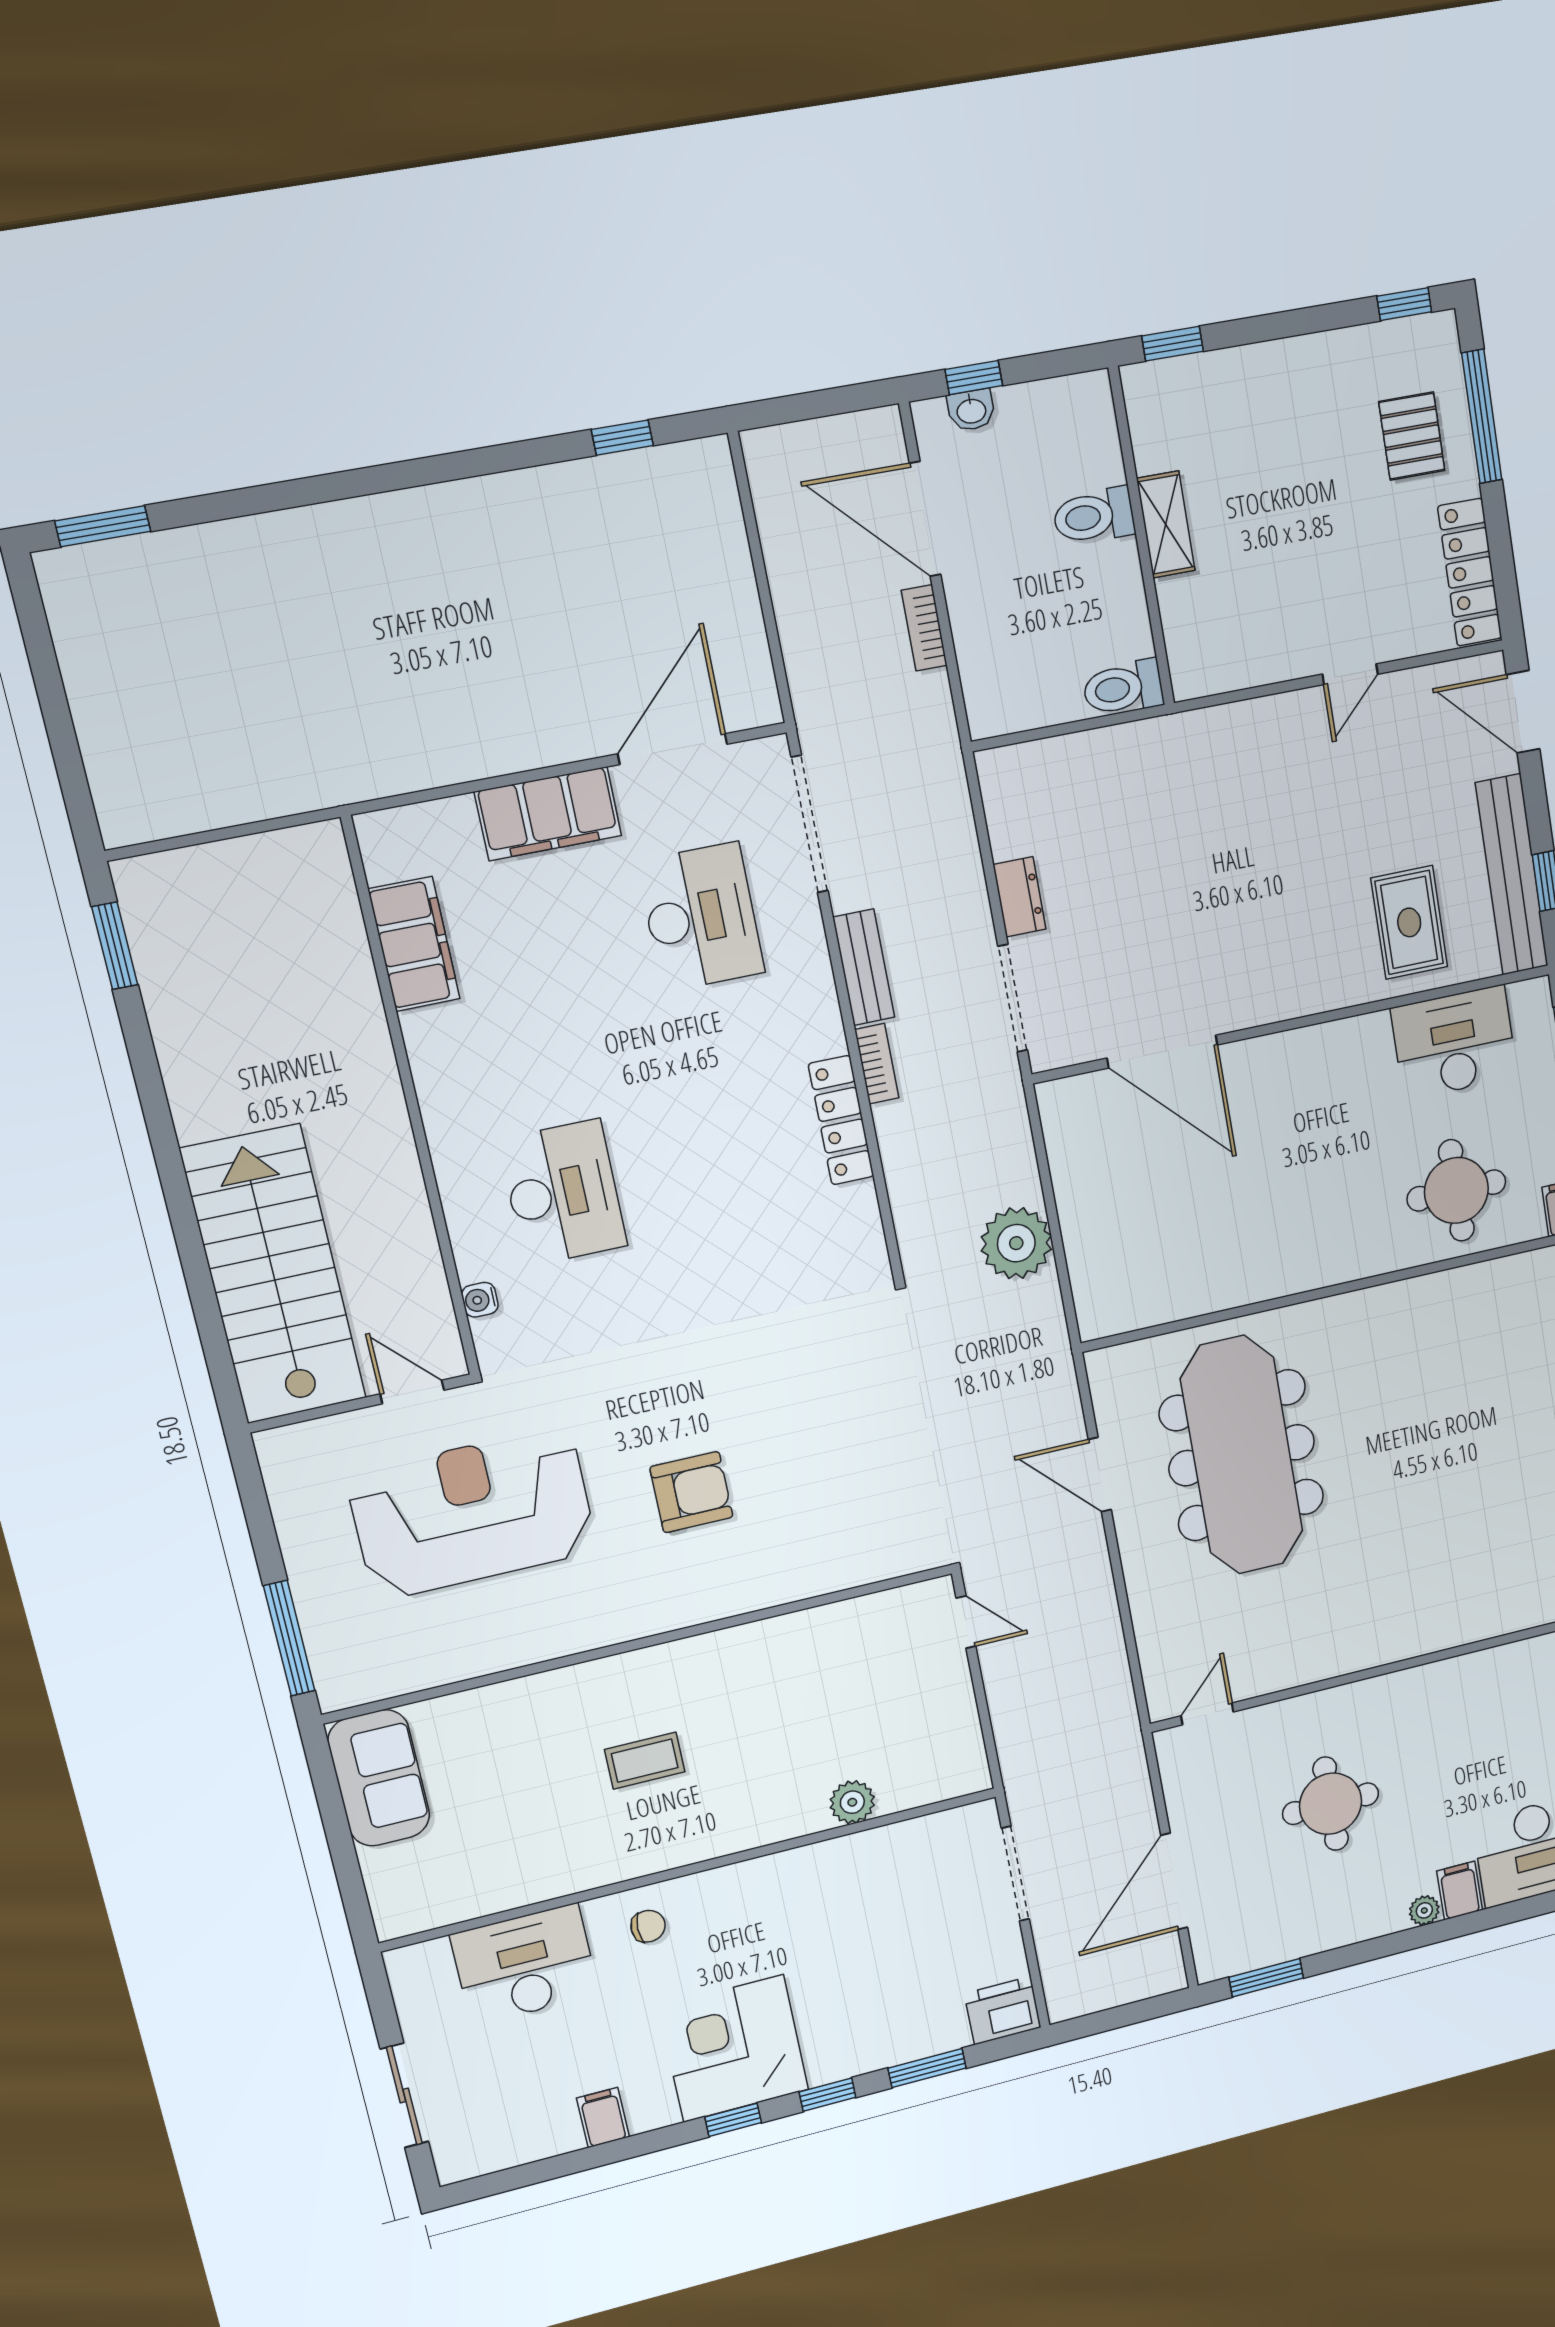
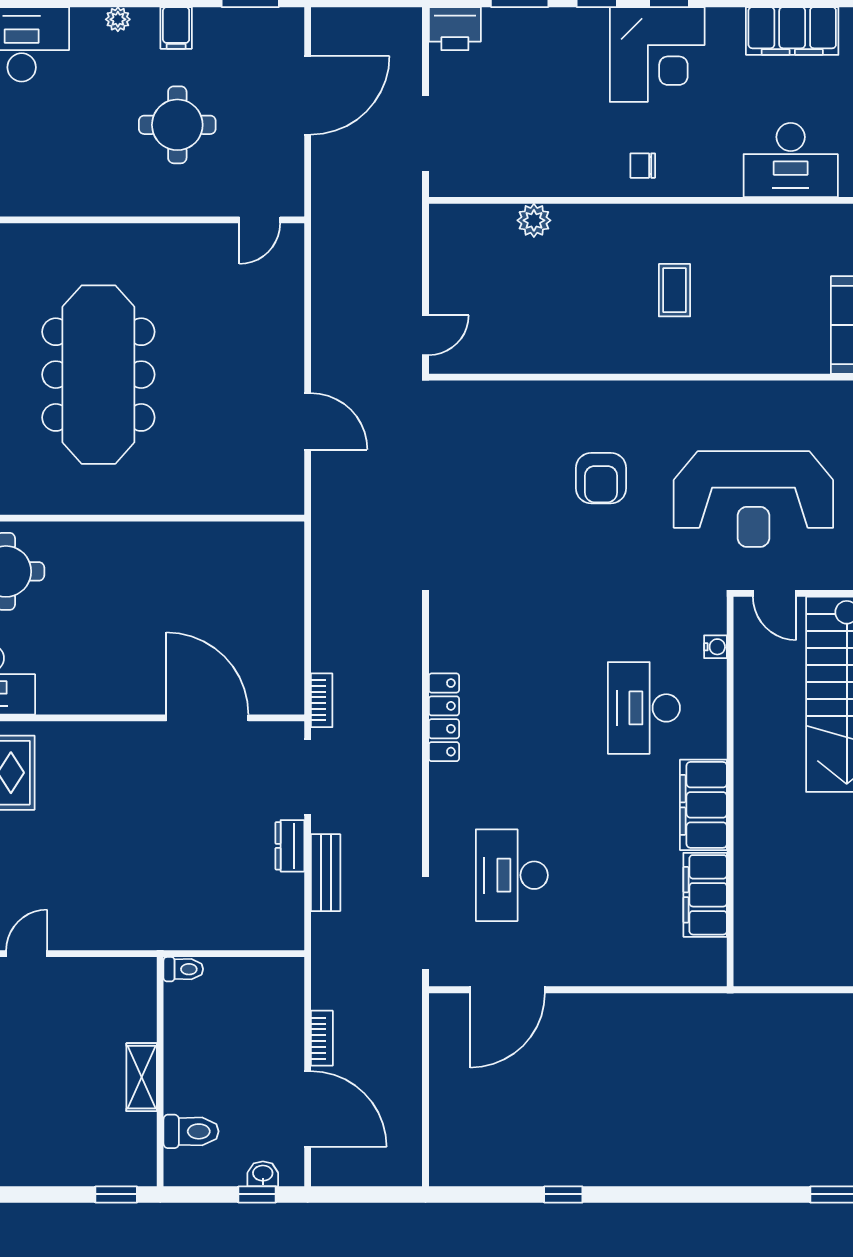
window: (622, 438) -> (563, 1194), moved
toilet: (1094, 516) -> (191, 1131), moved
toilet: (1123, 688) -> (183, 969), width x0.73, depth x0.72
filing cabinet: (548, 814) -> (703, 805), moved, turned -90
bench: (864, 967) -> (326, 873), moved
bookcase: (877, 1064) -> (322, 700), moved, turned 180
plant: (1016, 1243) -> (337, 604), removed
meeting table: (1242, 1455) -> (98, 375), moved
armchair: (691, 1492) -> (601, 478), turned -90
door: (966, 1622) -> (426, 335), swing flipped
coffee table: (645, 1761) -> (675, 290), turned 90
filing cabinet: (1460, 1890) -> (176, 28), moved
chair: (648, 1926) -> (643, 166), moved
filing cabinet: (603, 2118) -> (792, 31), width x3.00, depth x1.17

